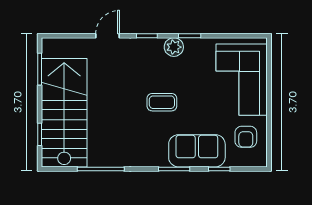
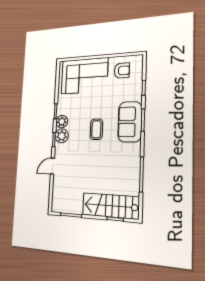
door: (108, 36) -> (52, 166), hinge flipped
plant: (152, 48) -> (62, 136), added
stairs: (64, 113) -> (110, 206), width x0.73, depth x0.66
sofa: (197, 151) -> (130, 122), moved

